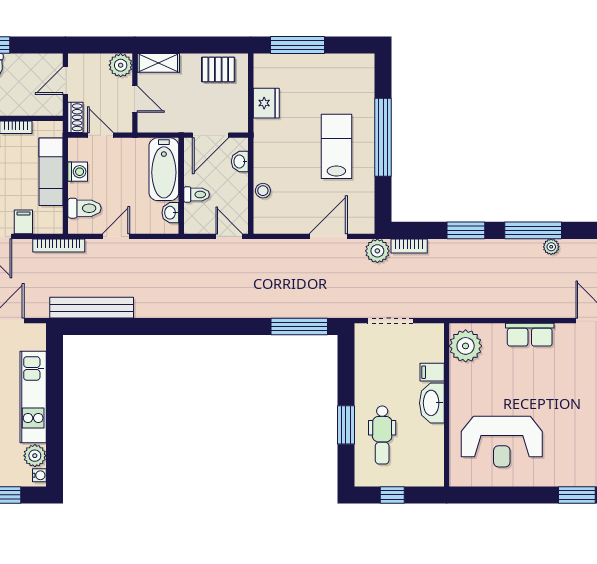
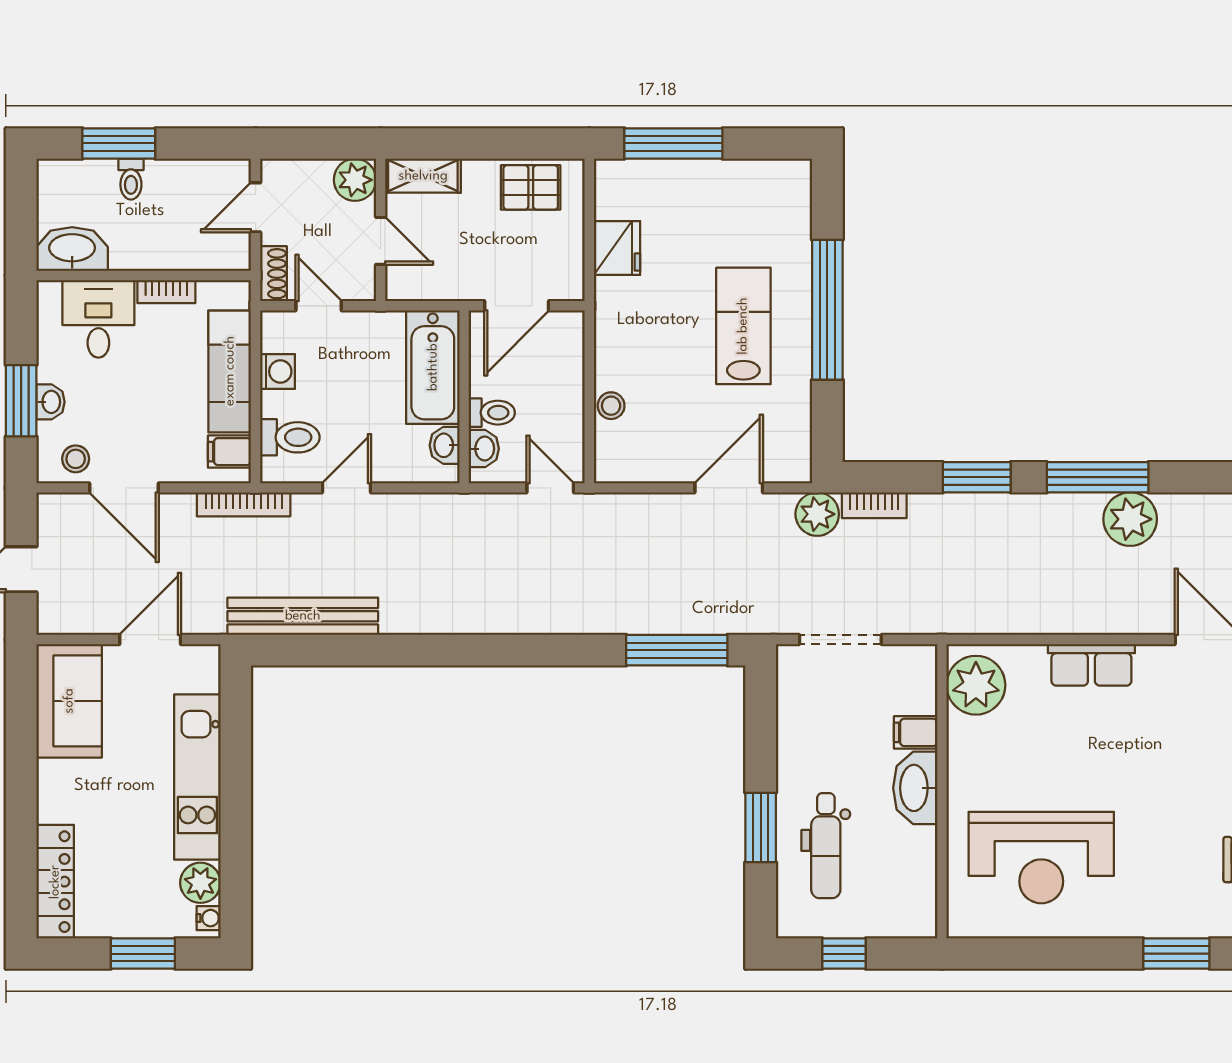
washbasin: (240, 161) -> (484, 449), moved, turned 180
filing cabinet: (23, 222) -> (229, 452), moved, turned -90
plant: (551, 247) -> (1130, 519), width x1.88, depth x1.88

